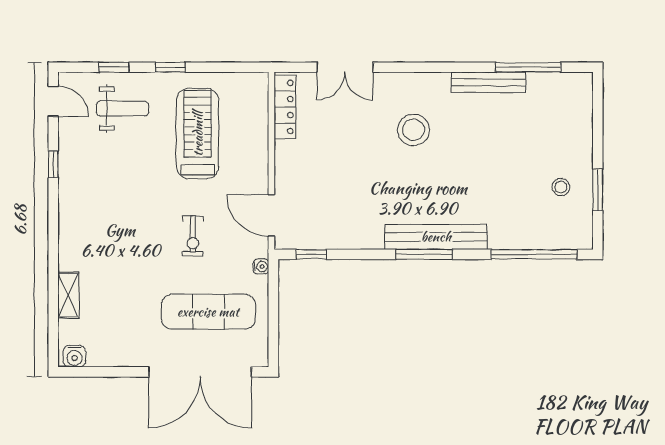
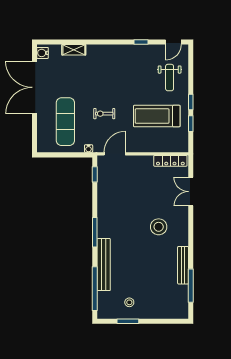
window: (114, 67) -> (191, 124), moved
treadmill: (198, 134) -> (157, 116), turned 180
bench: (436, 237) -> (104, 265), moved
double door: (200, 372) -> (34, 87), moved

